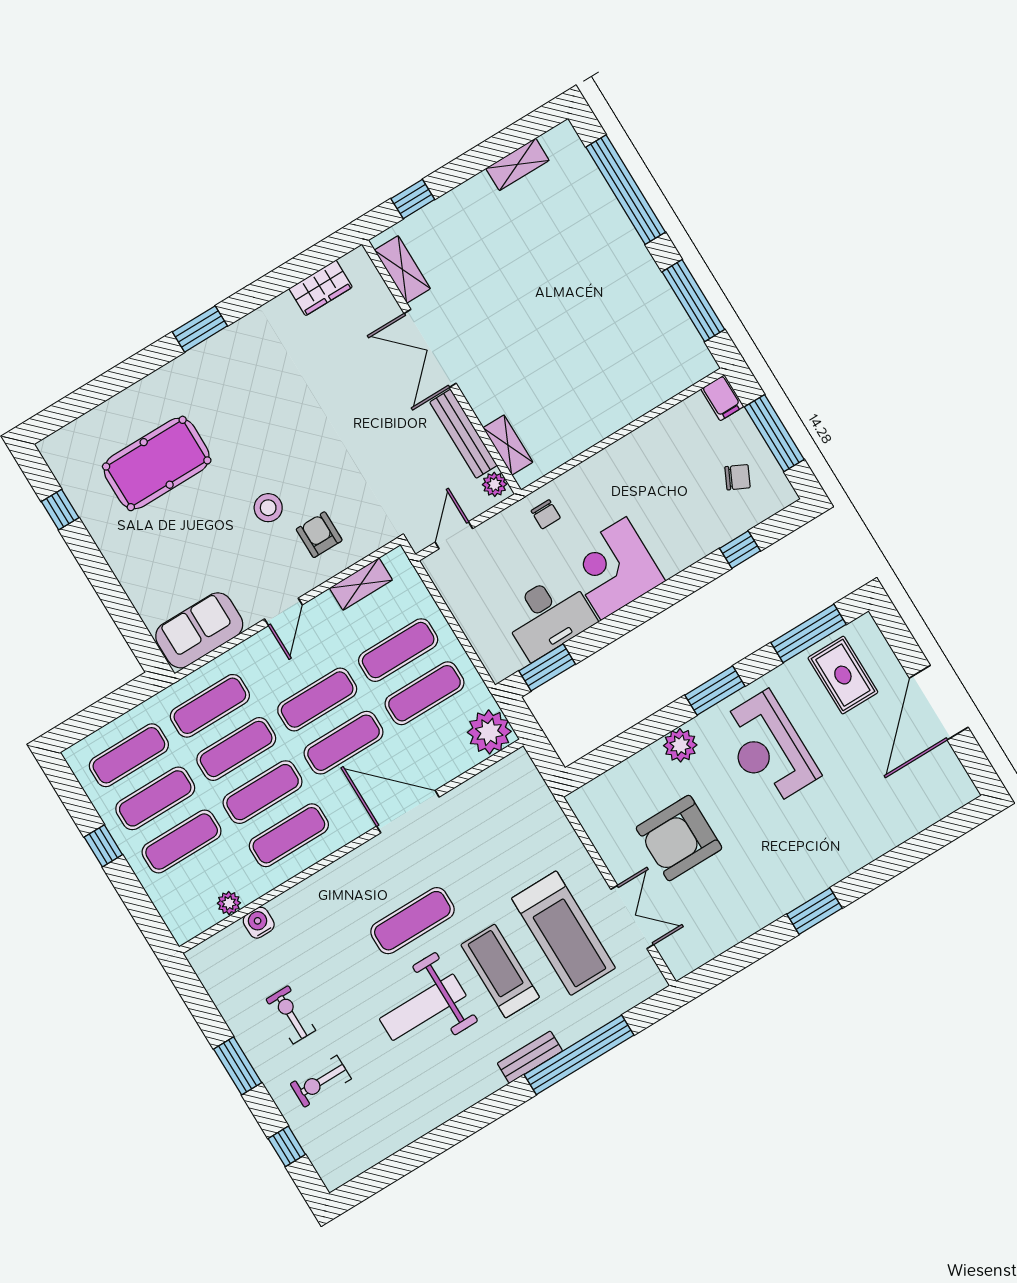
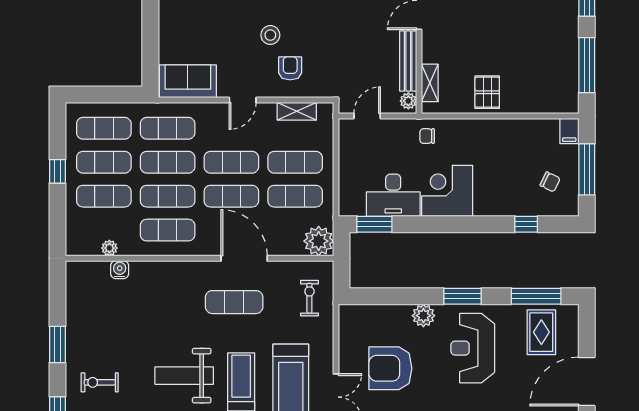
pallet: (588, 412) -> (487, 92), added
chair: (546, 514) -> (427, 136), turned 90
exercise mat: (412, 921) -> (234, 302), moved
exercise bike: (291, 1015) -> (309, 298), moved

